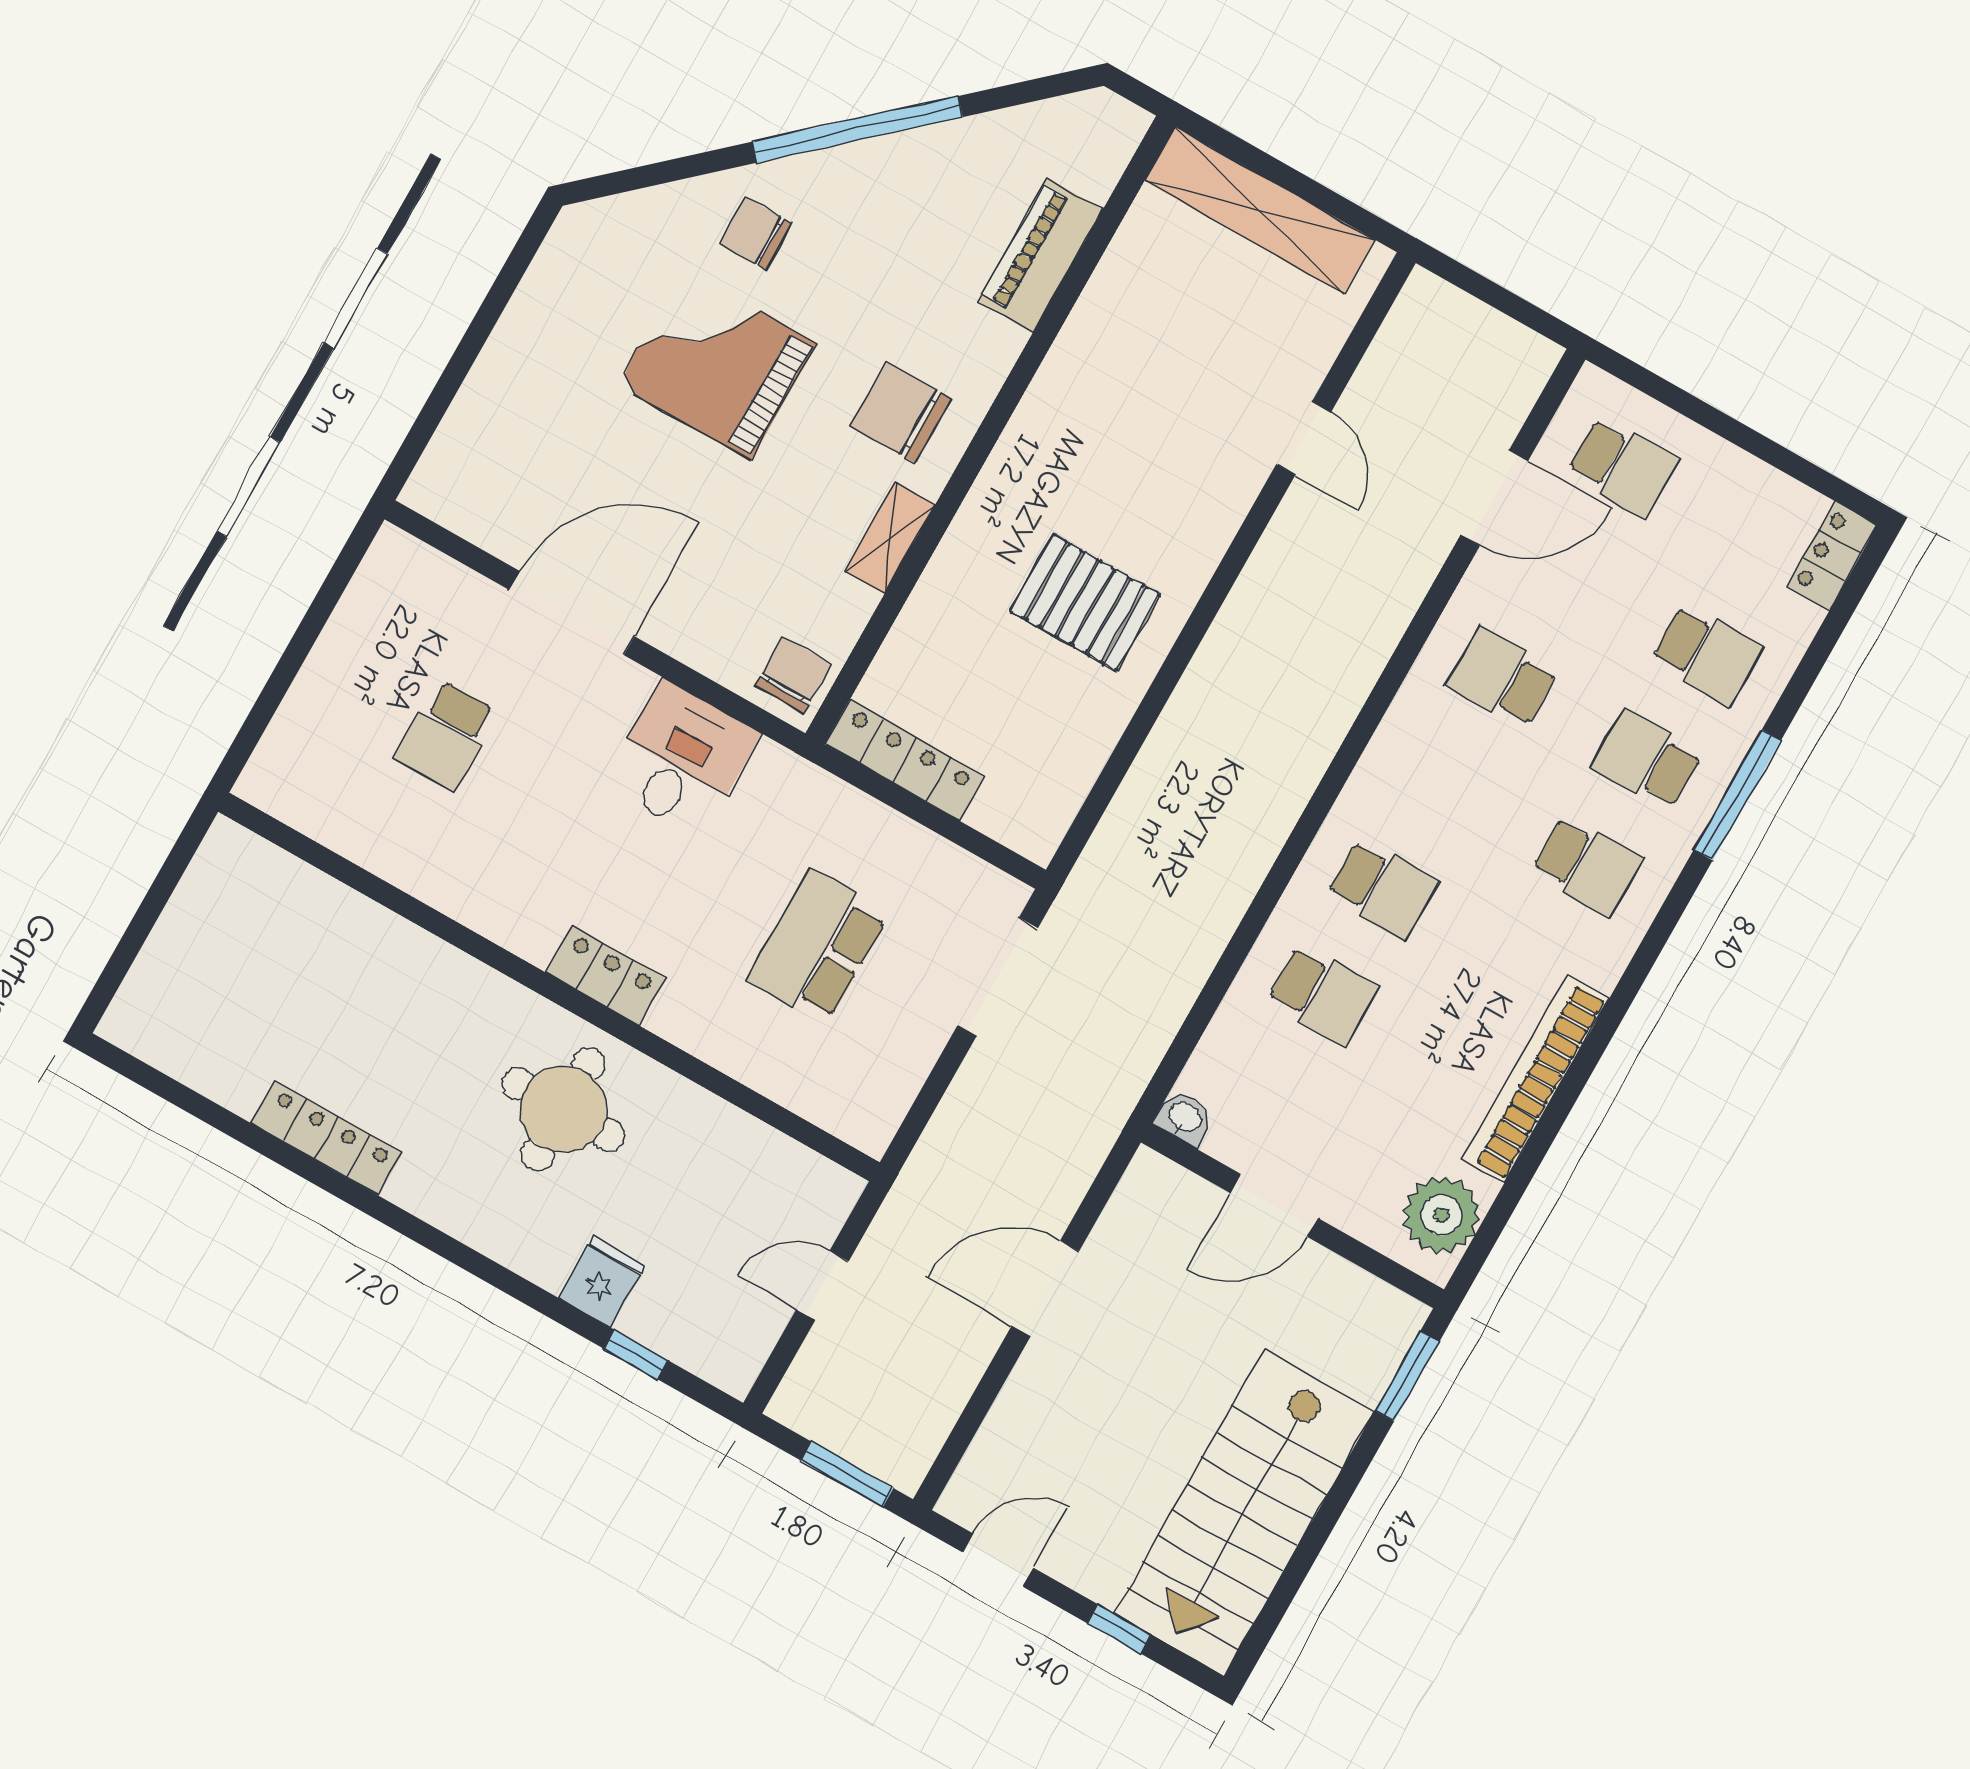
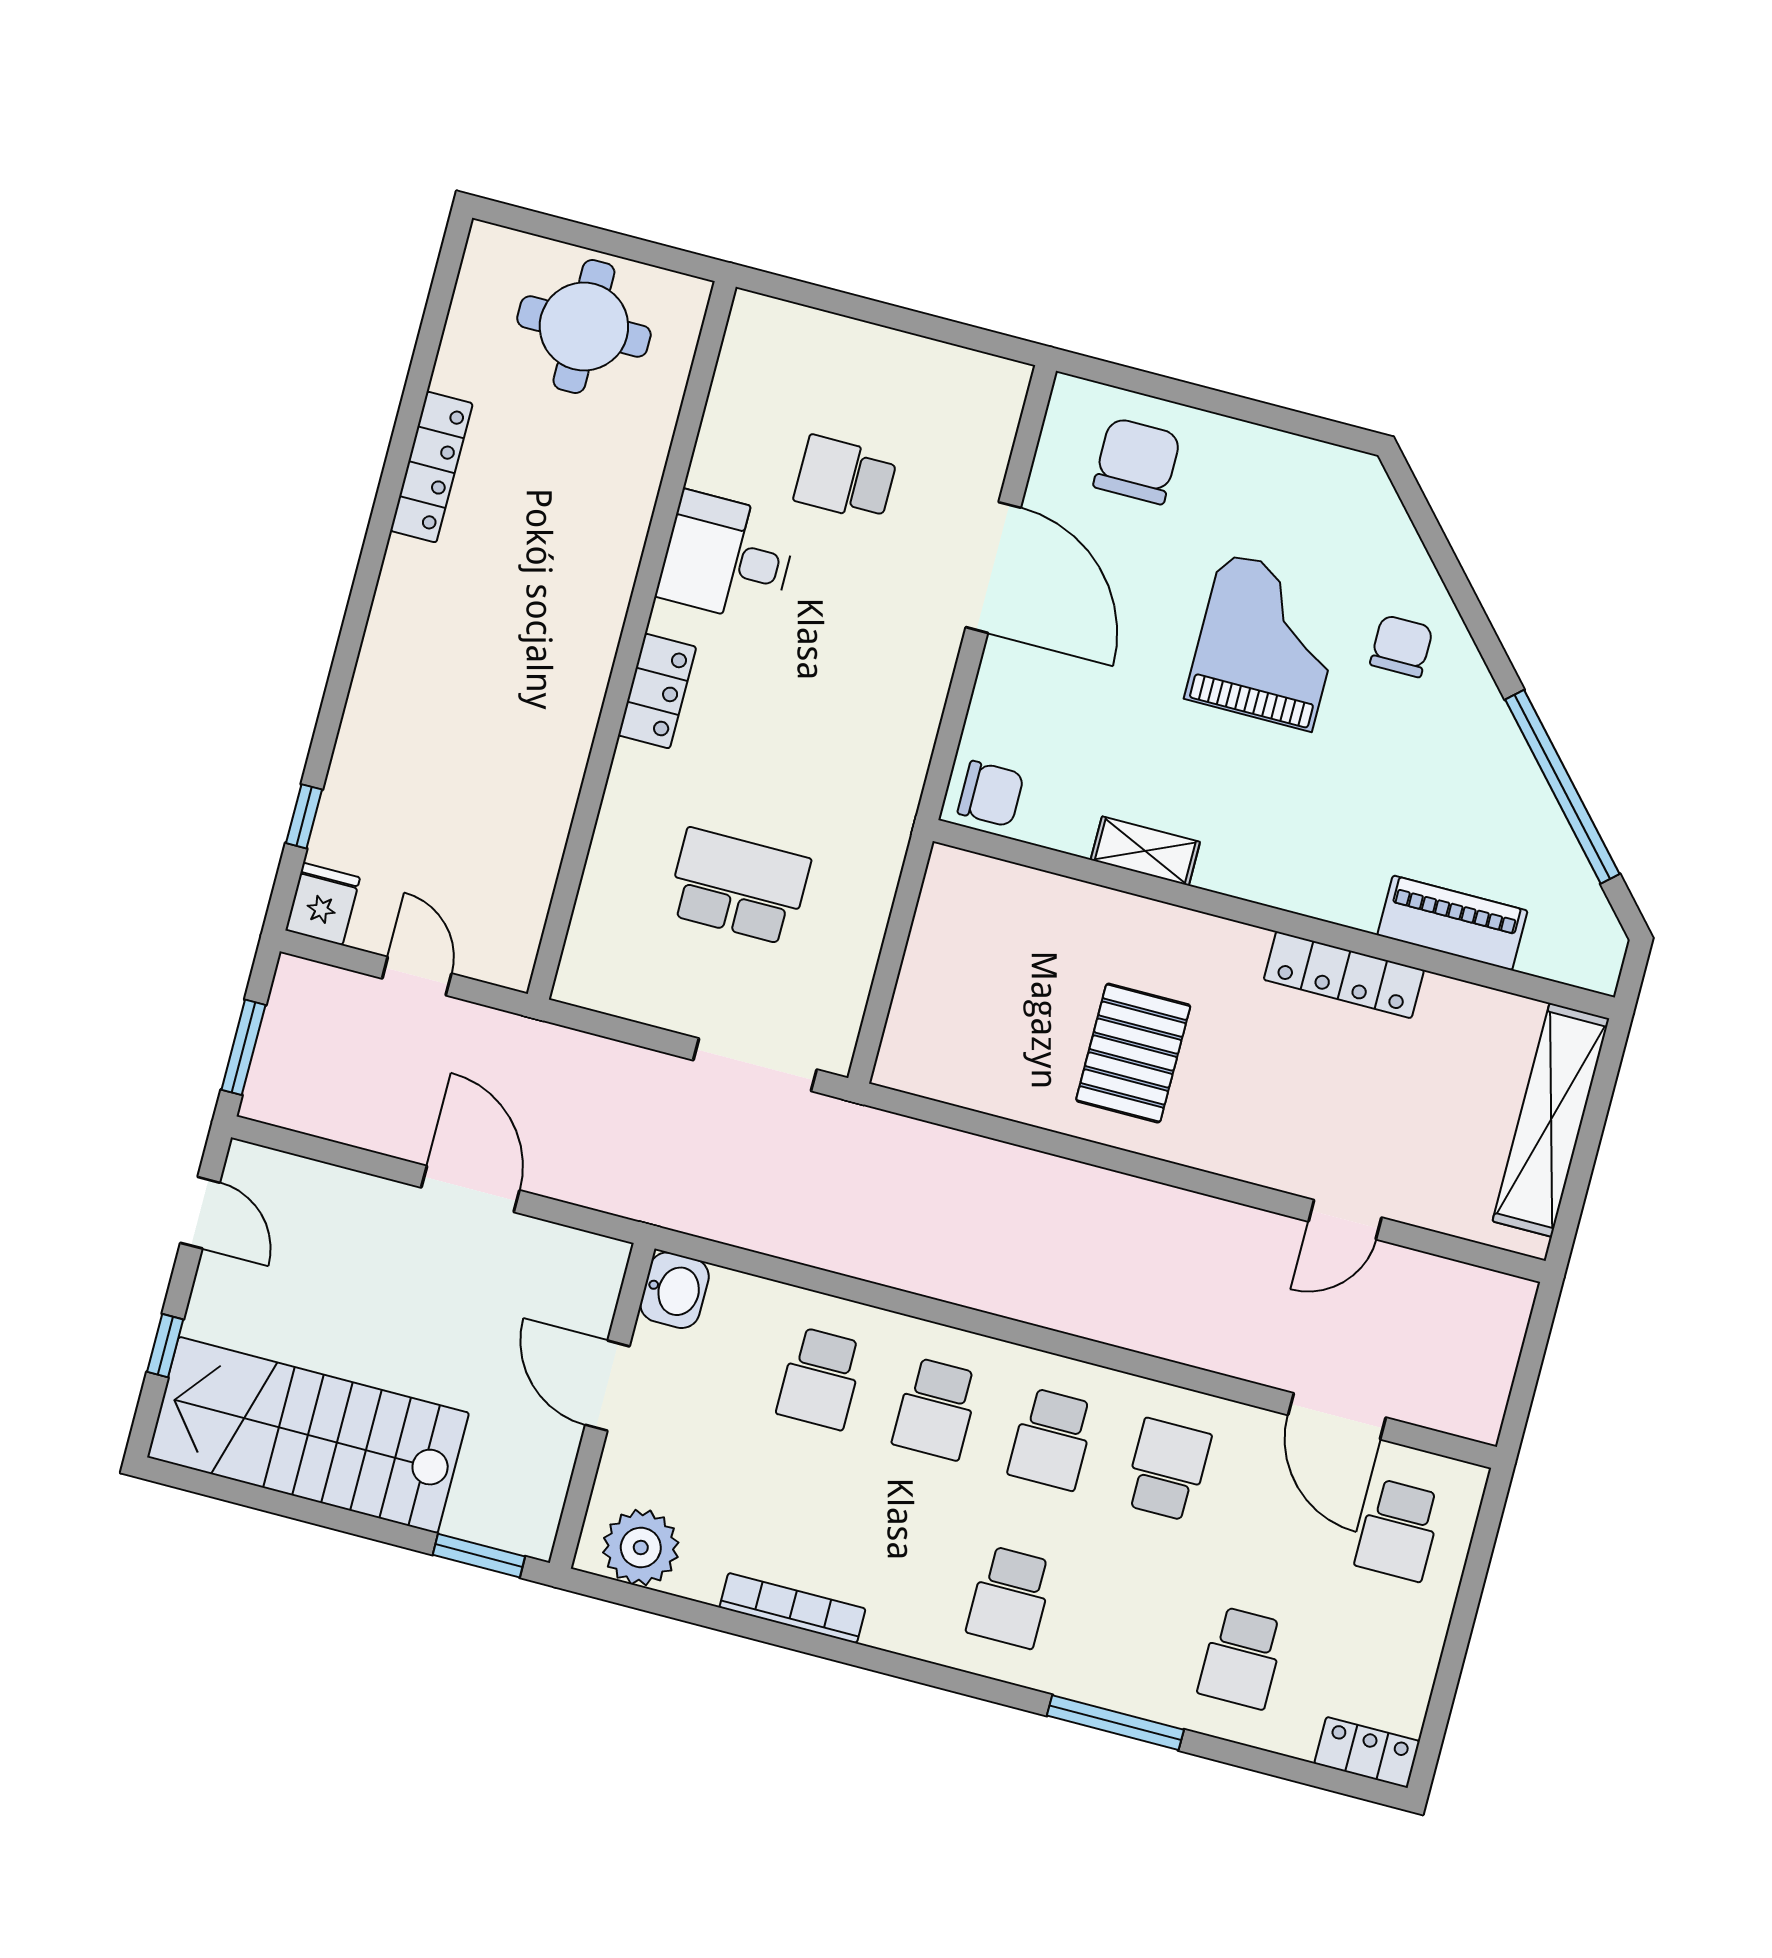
window: (858, 129) -> (1562, 787), moved
chair: (901, 412) -> (1137, 461), moved
desk: (682, 759) -> (727, 558), moved, turned 180
locker: (904, 760) -> (1344, 975), moved, turned 90
school desk: (1647, 760) -> (1052, 1439), moved, turned 180
bookcase: (1536, 1079) -> (792, 1608), width x0.68, depth x0.76
round table: (563, 1109) -> (584, 327), moved
washbasin: (1185, 1118) -> (675, 1290), width x1.38, depth x1.45
fridge: (602, 1281) -> (323, 904), moved, turned -90

